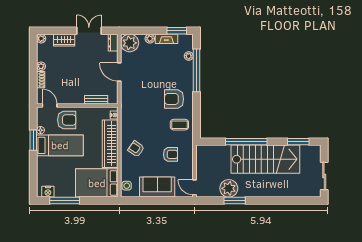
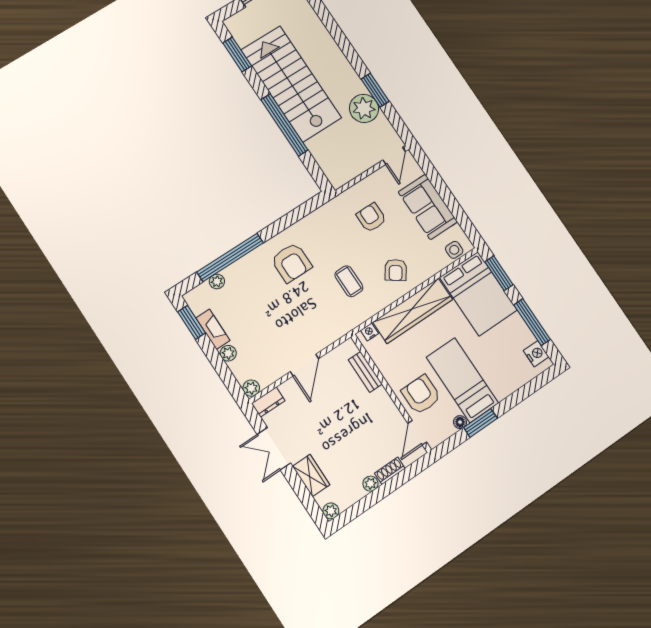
plant: (130, 43) -> (251, 388), width x0.53, depth x0.53
coffee table: (179, 125) -> (349, 281), moved
window: (100, 201) -> (499, 273), added

